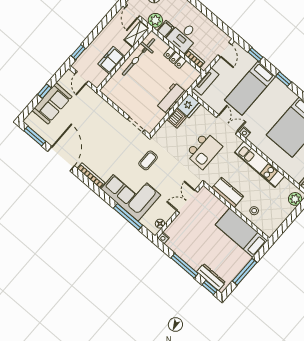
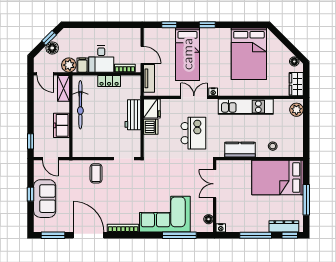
door: (225, 50) -> (142, 55), moved
coffee table: (148, 160) -> (96, 173), moved
bed: (241, 233) -> (278, 178), width x1.50

